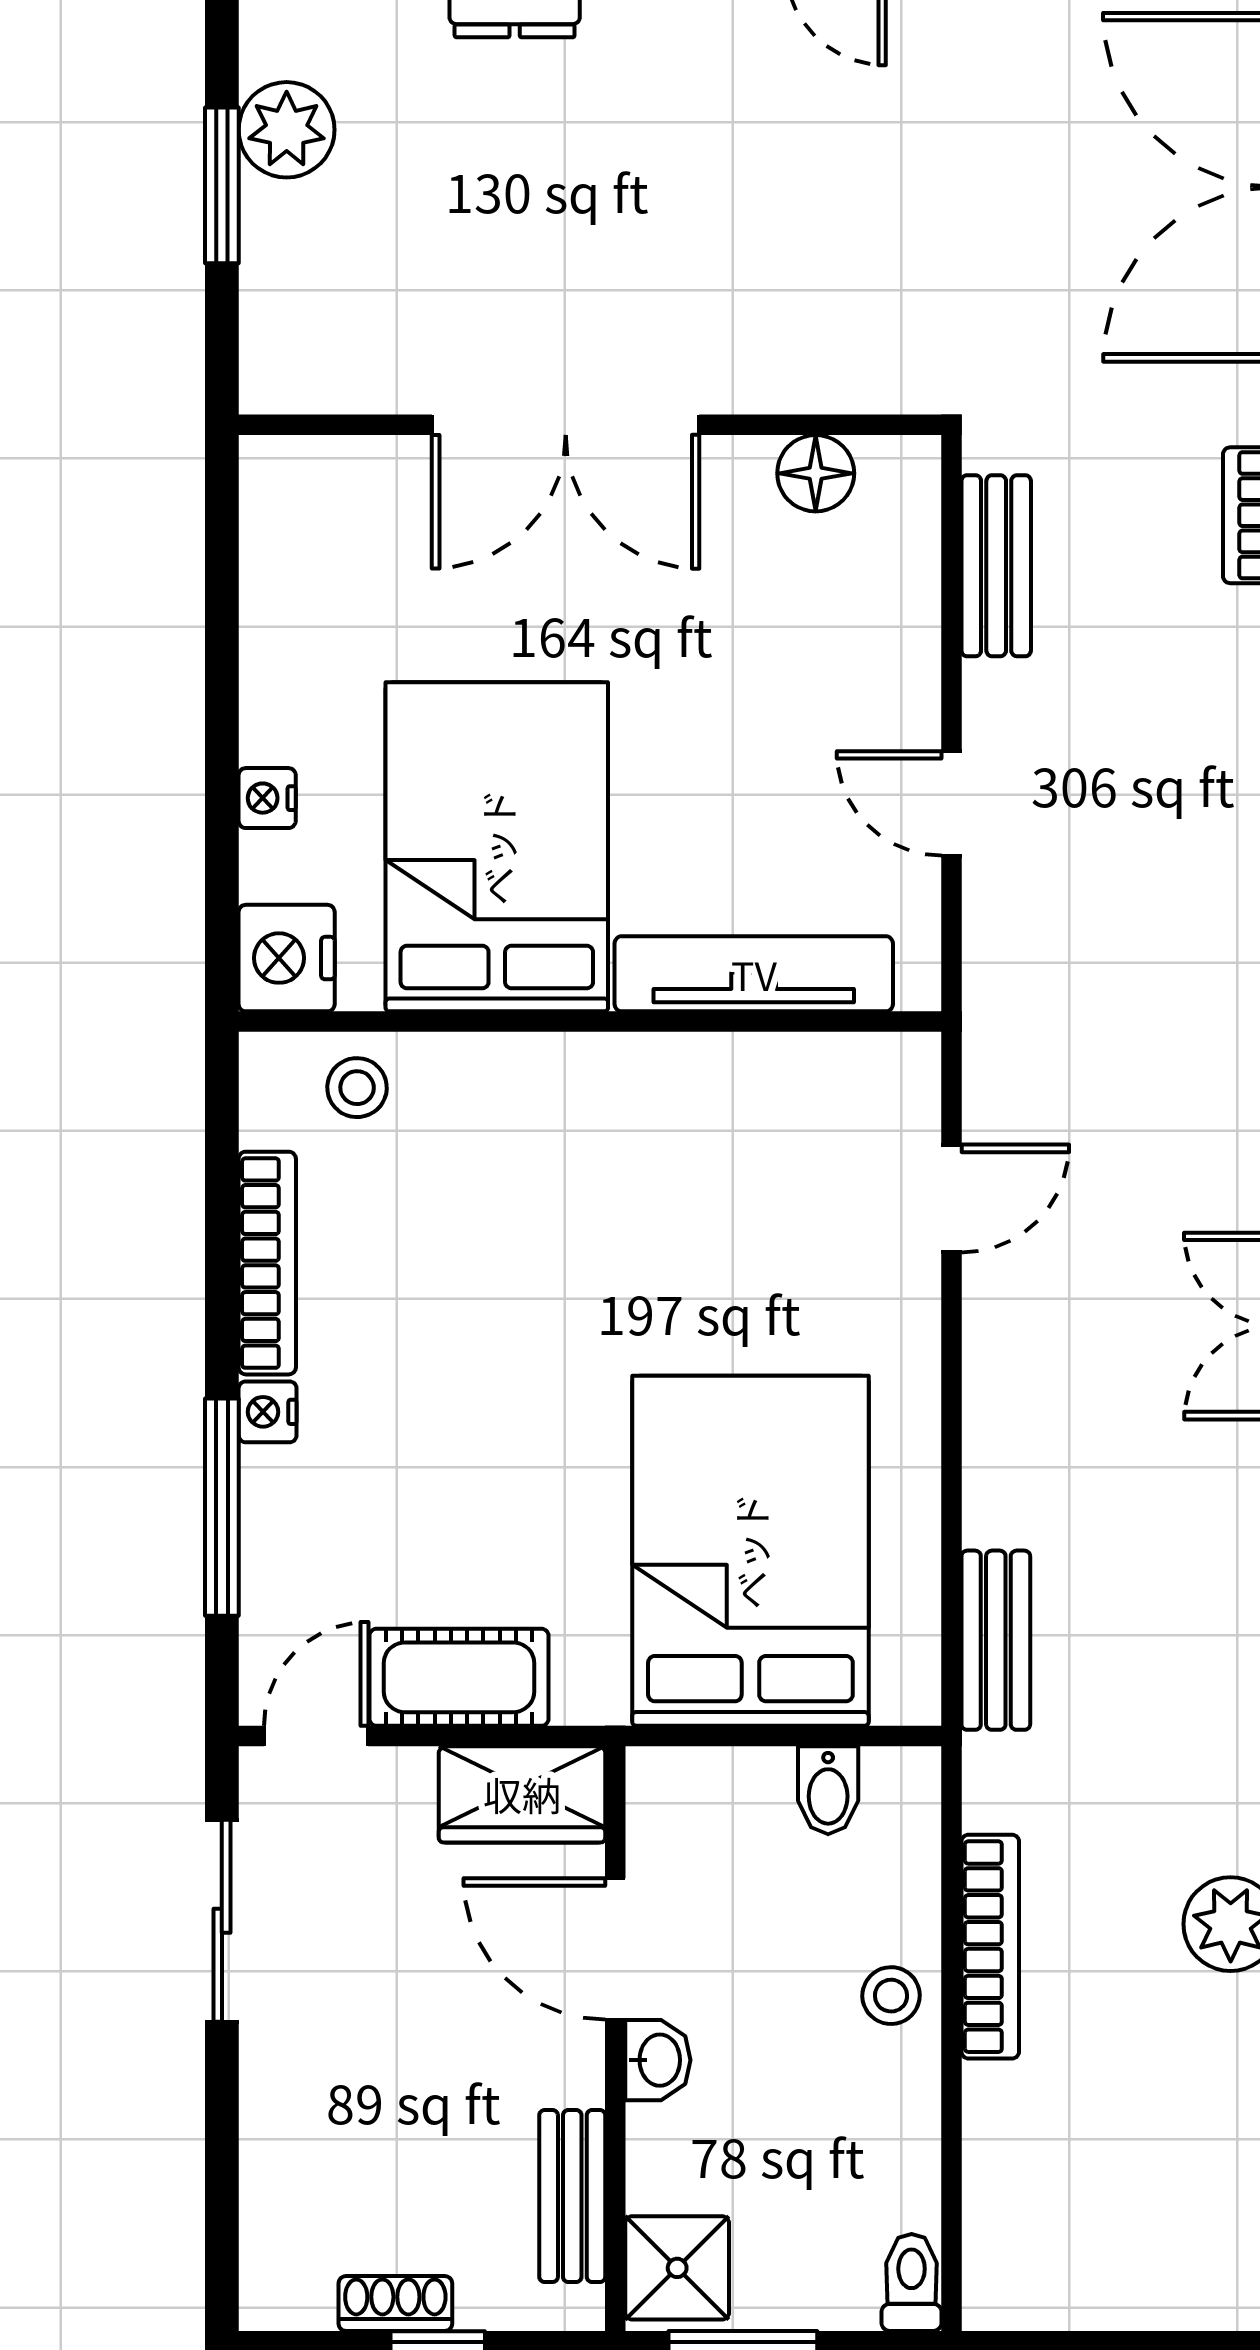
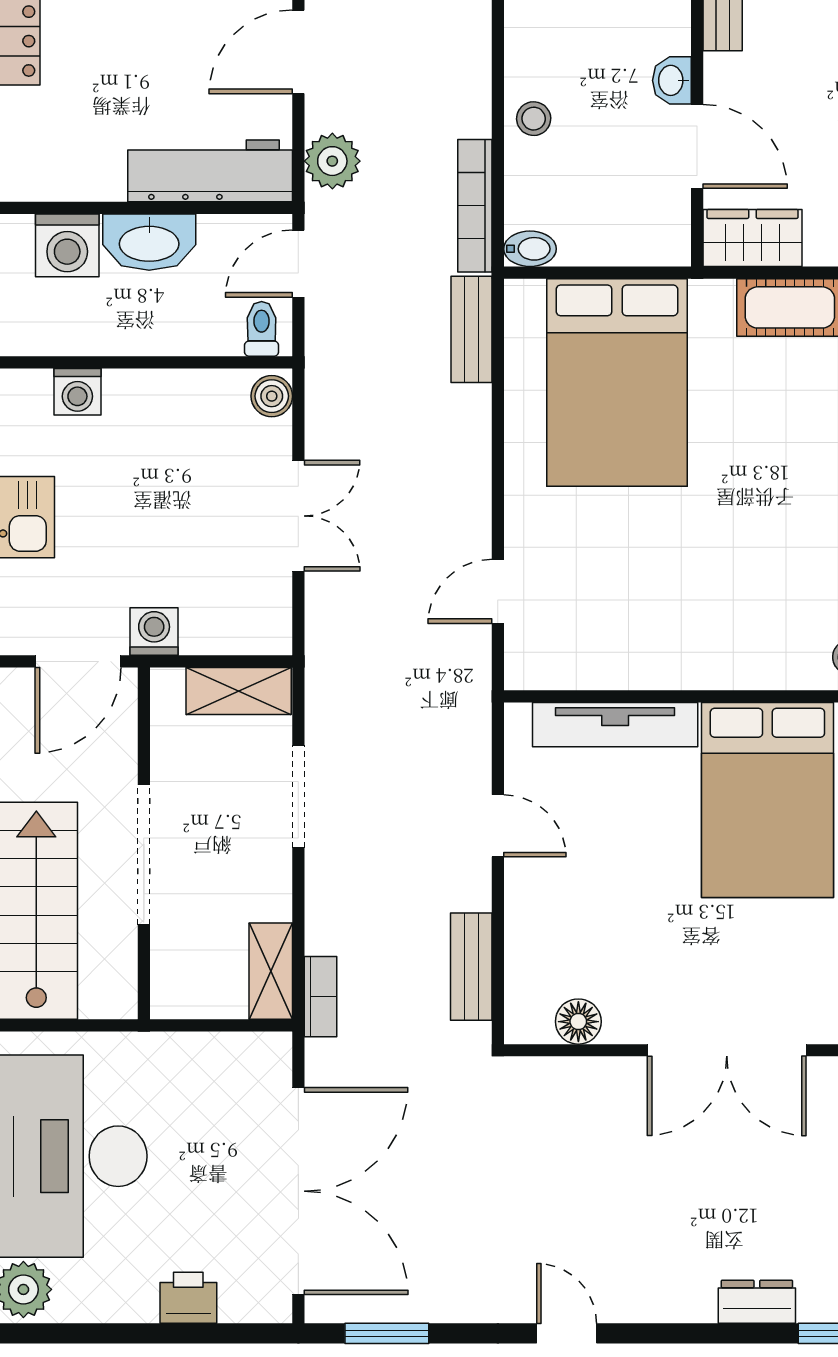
double door: (566, 425) -> (727, 1050), swing flipped
bidet: (828, 1790) -> (530, 249), moved, turned 90
bookcase: (990, 1947) -> (475, 206), moved

